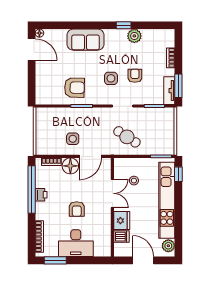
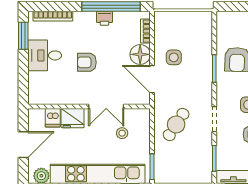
desk: (76, 243) -> (45, 55), width x0.73

